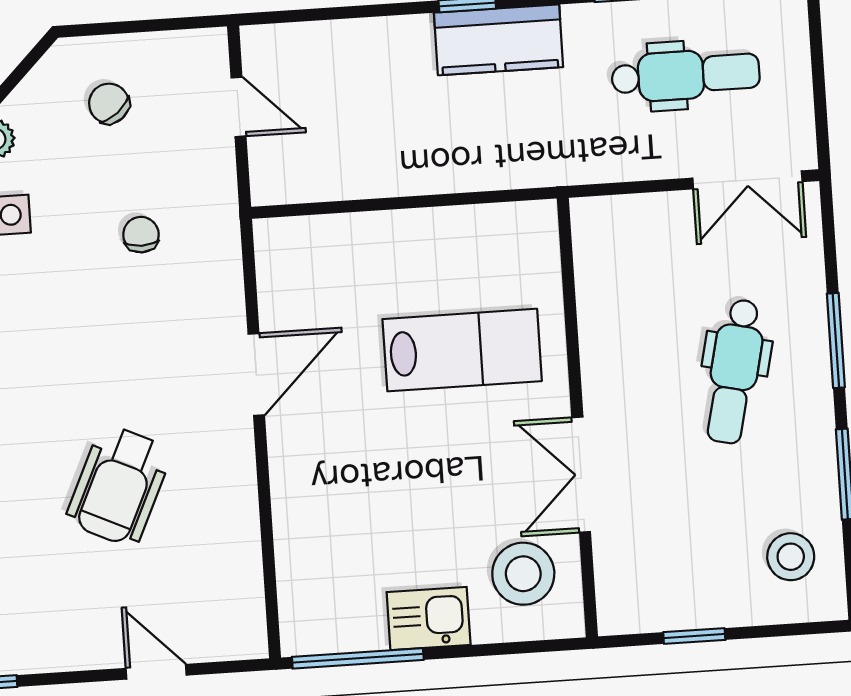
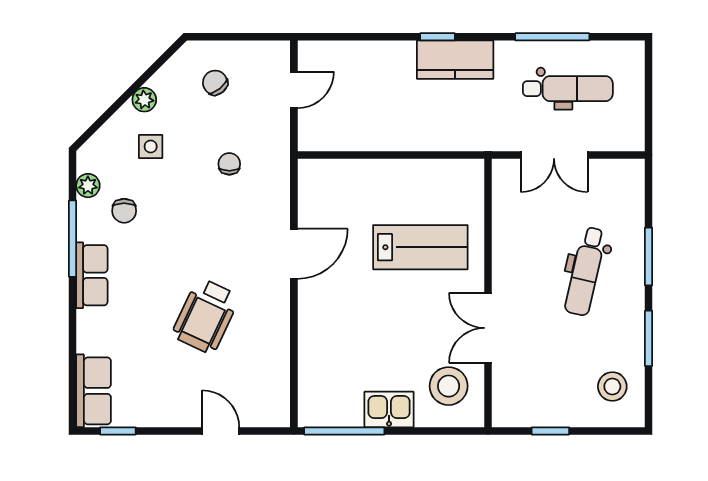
door: (238, 107) -> (294, 90), hinge flipped
double door: (747, 180) -> (554, 155), moved

